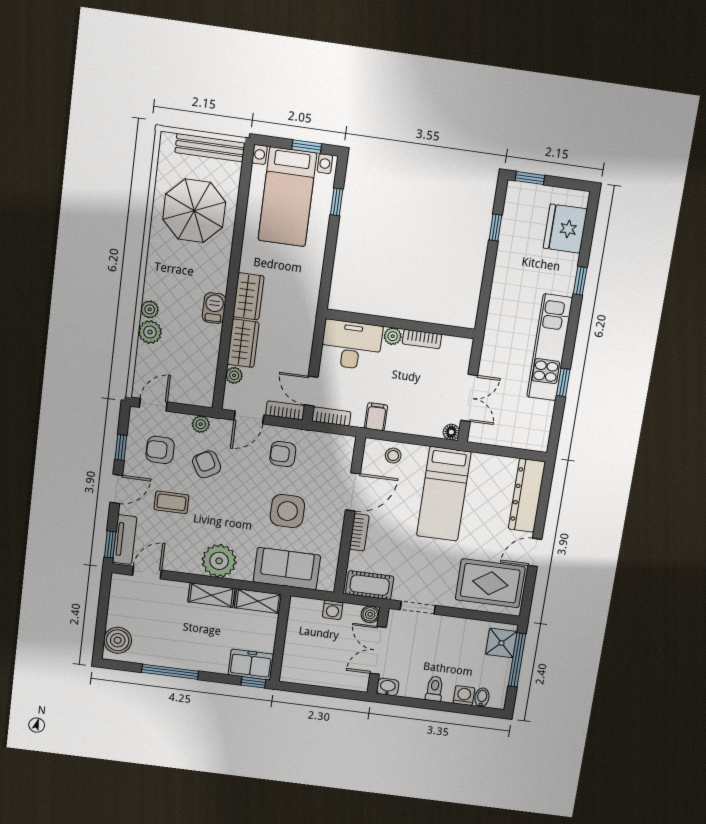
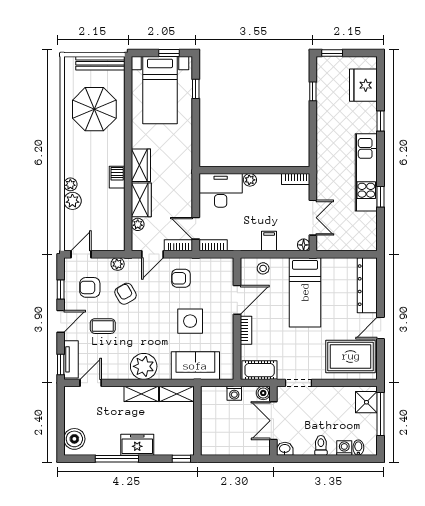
bookcase: (422, 339) -> (296, 179), moved
filing cabinet: (376, 417) -> (269, 241), moved
freezer: (251, 665) -> (137, 445), moved

